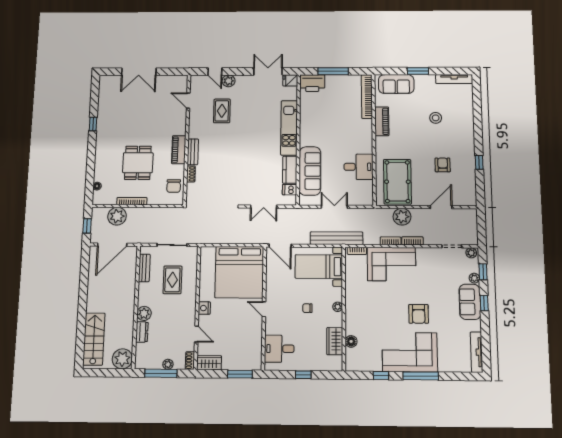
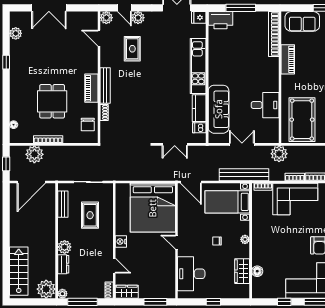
plant: (196, 81) -> (106, 18), added
plant: (104, 96) -> (16, 33), added
bench: (193, 152) -> (105, 85), width x1.36
plant: (402, 217) -> (279, 154), moved
desk: (279, 349) -> (191, 274), width x1.37
plant: (168, 364) -> (62, 294), moved

